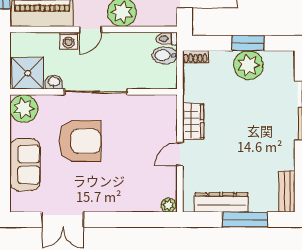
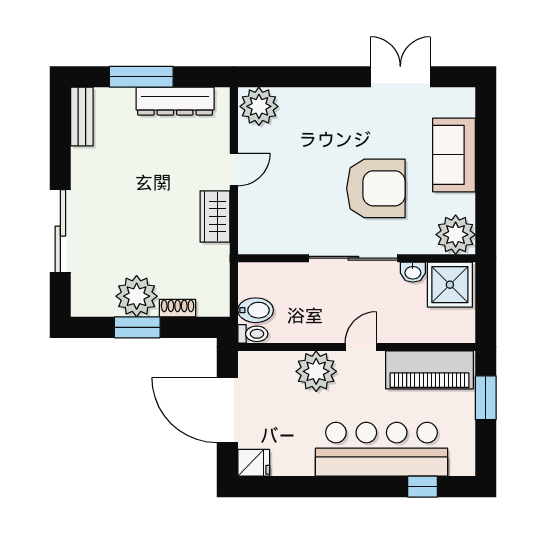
washing machine: (69, 41) -> (392, 331), removed
shoe rack: (195, 57) -> (178, 308), moved
armchair: (80, 141) -> (376, 188), turned 180
plant: (169, 205) -> (259, 106), width x1.87, depth x1.87

